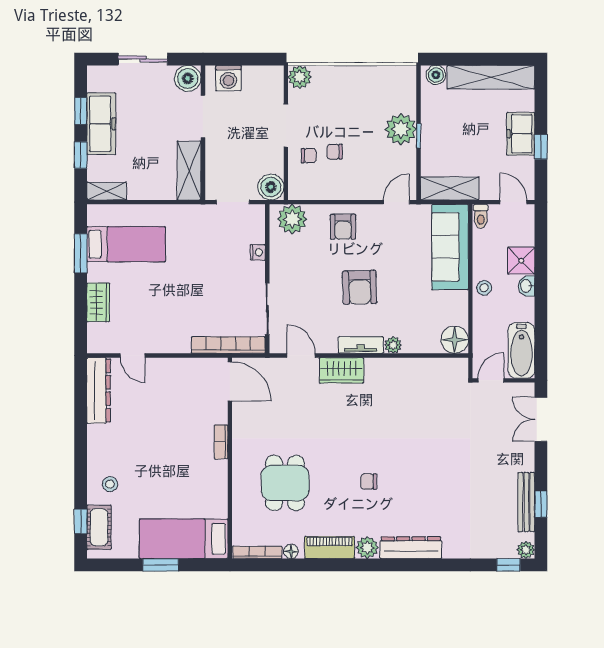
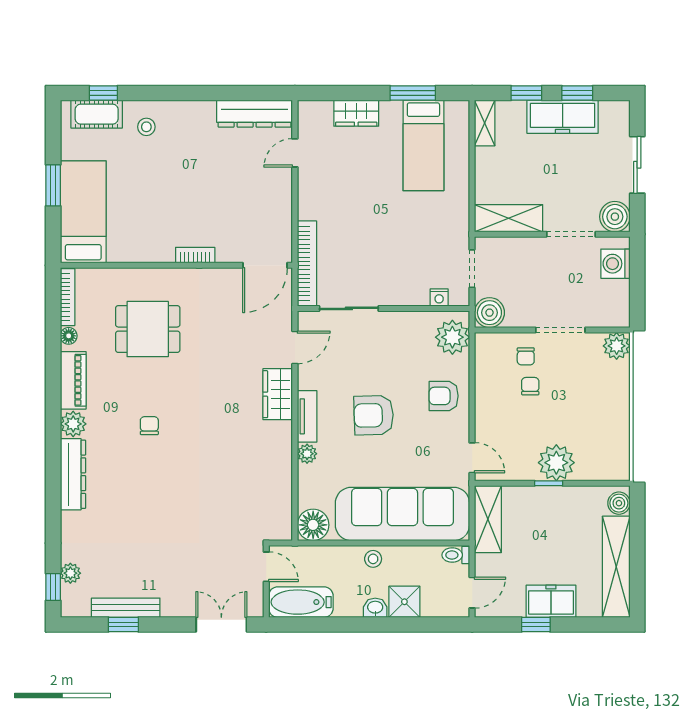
sofa: (450, 247) -> (402, 514), width x1.36, depth x1.27
nightstand: (258, 252) -> (439, 297), moved
plant: (526, 550) -> (70, 573), moved

